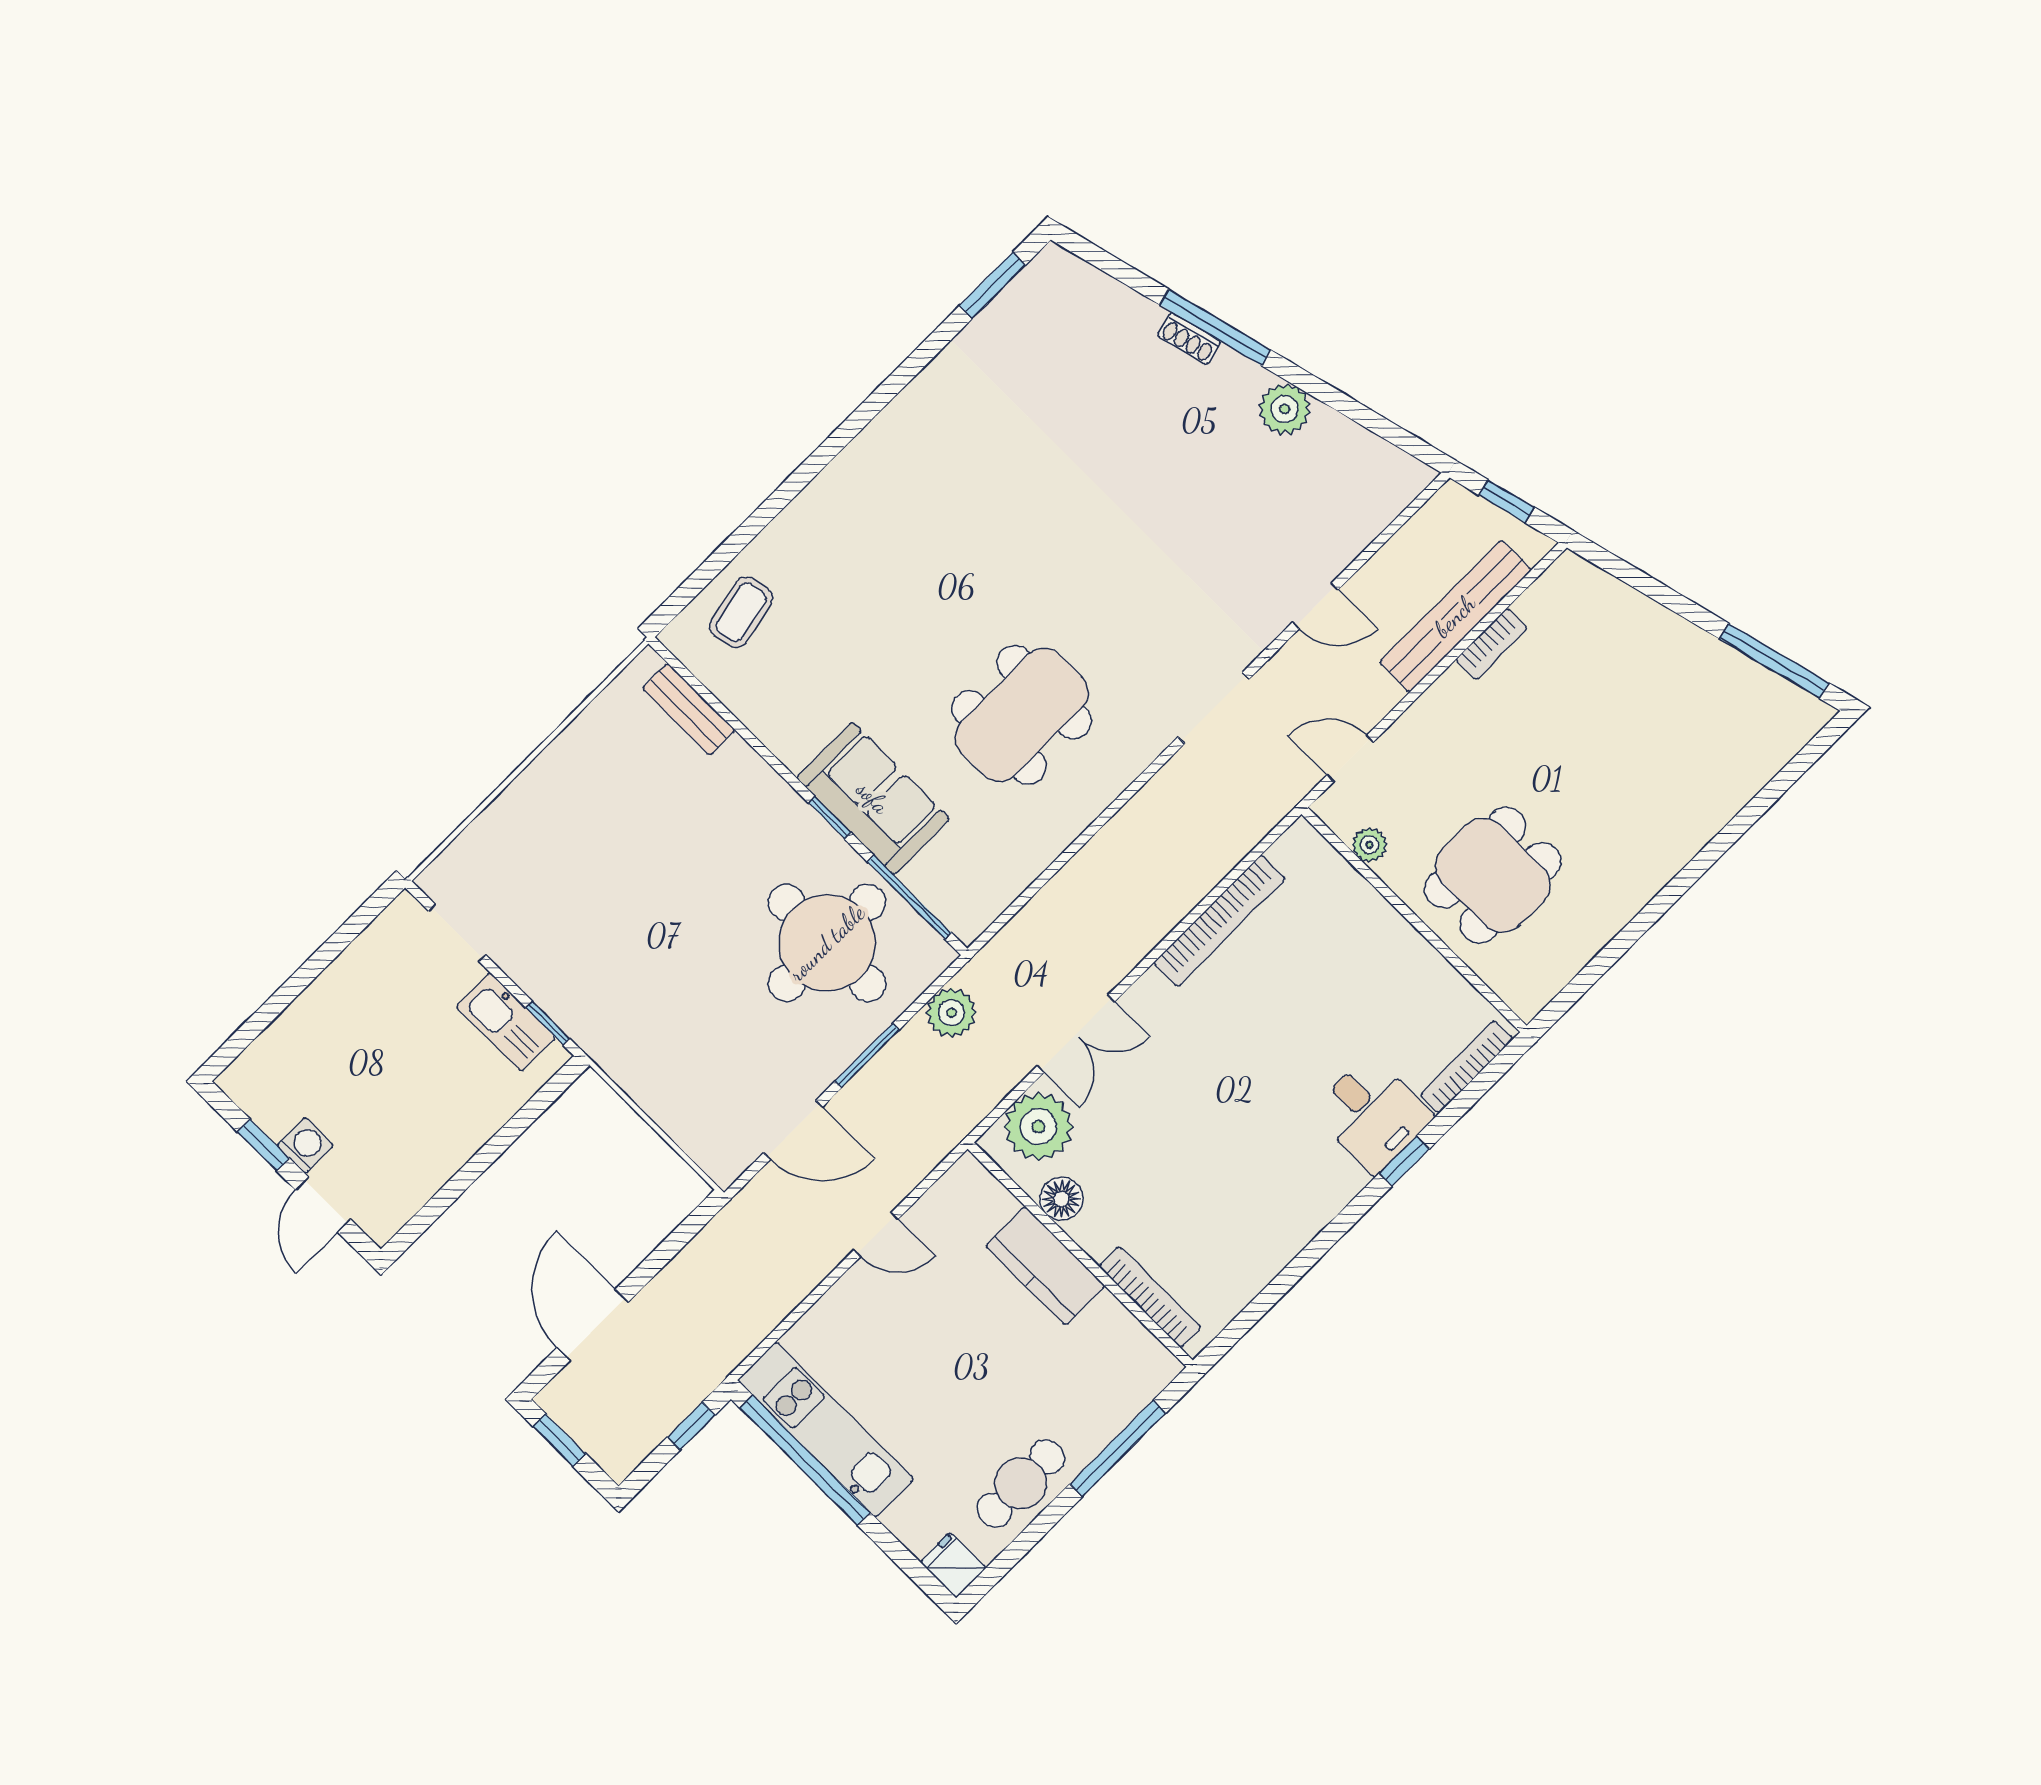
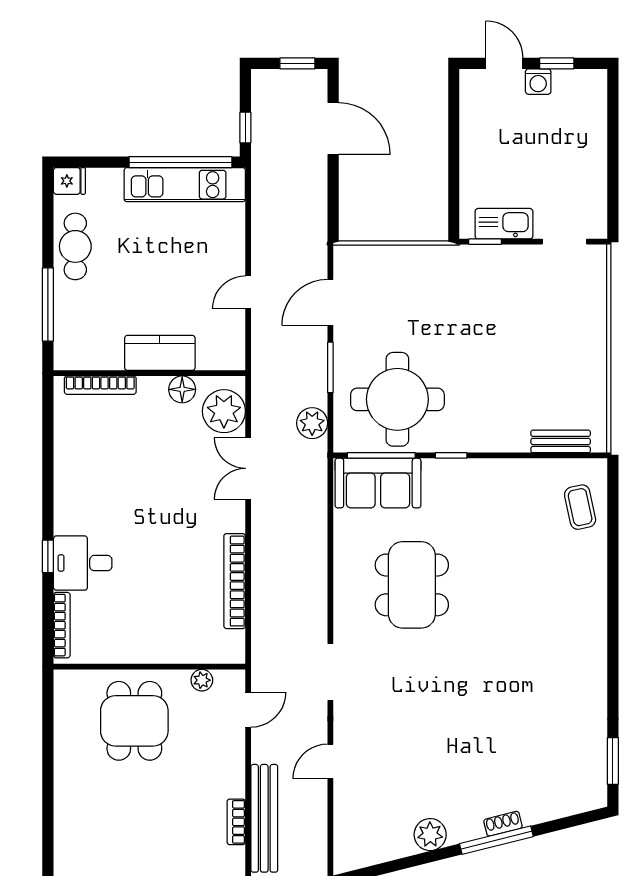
sofa: (873, 798) -> (378, 483), moved

